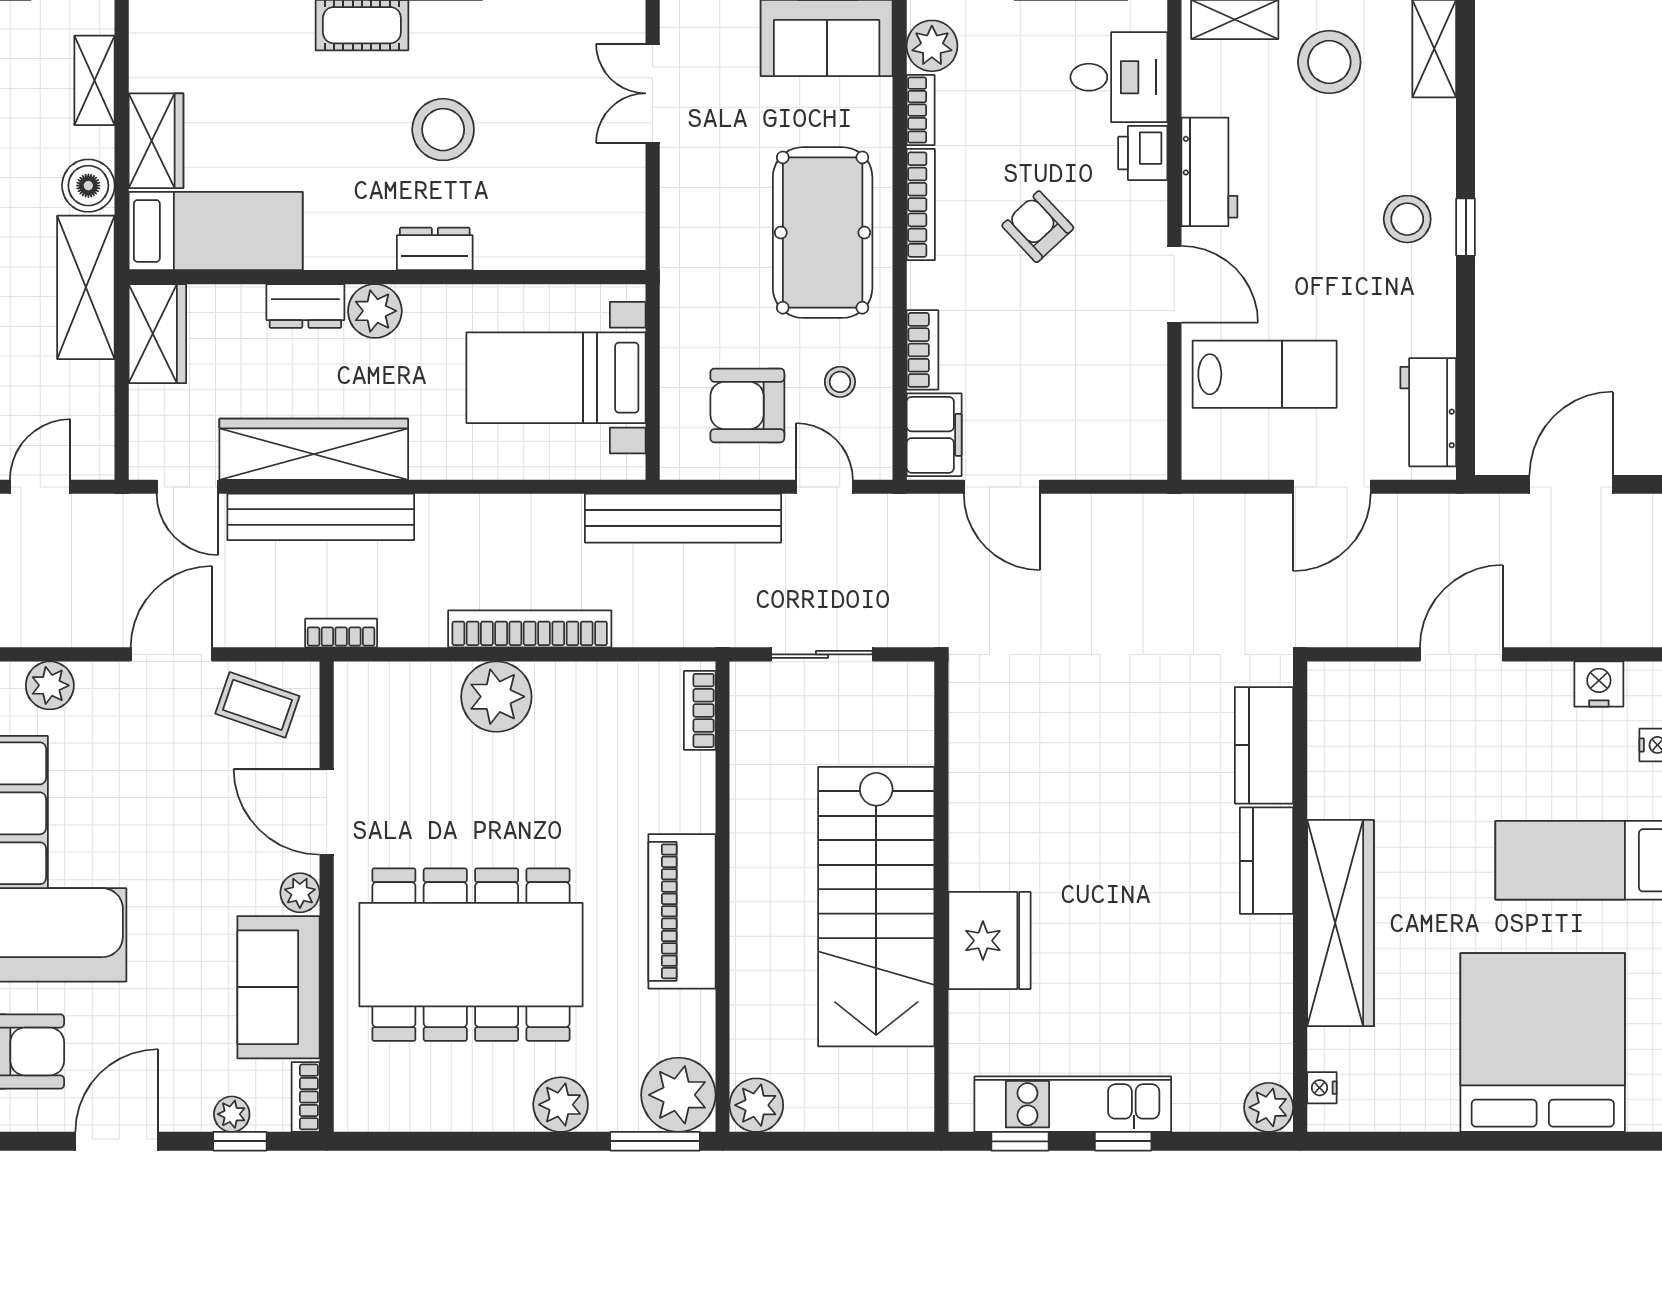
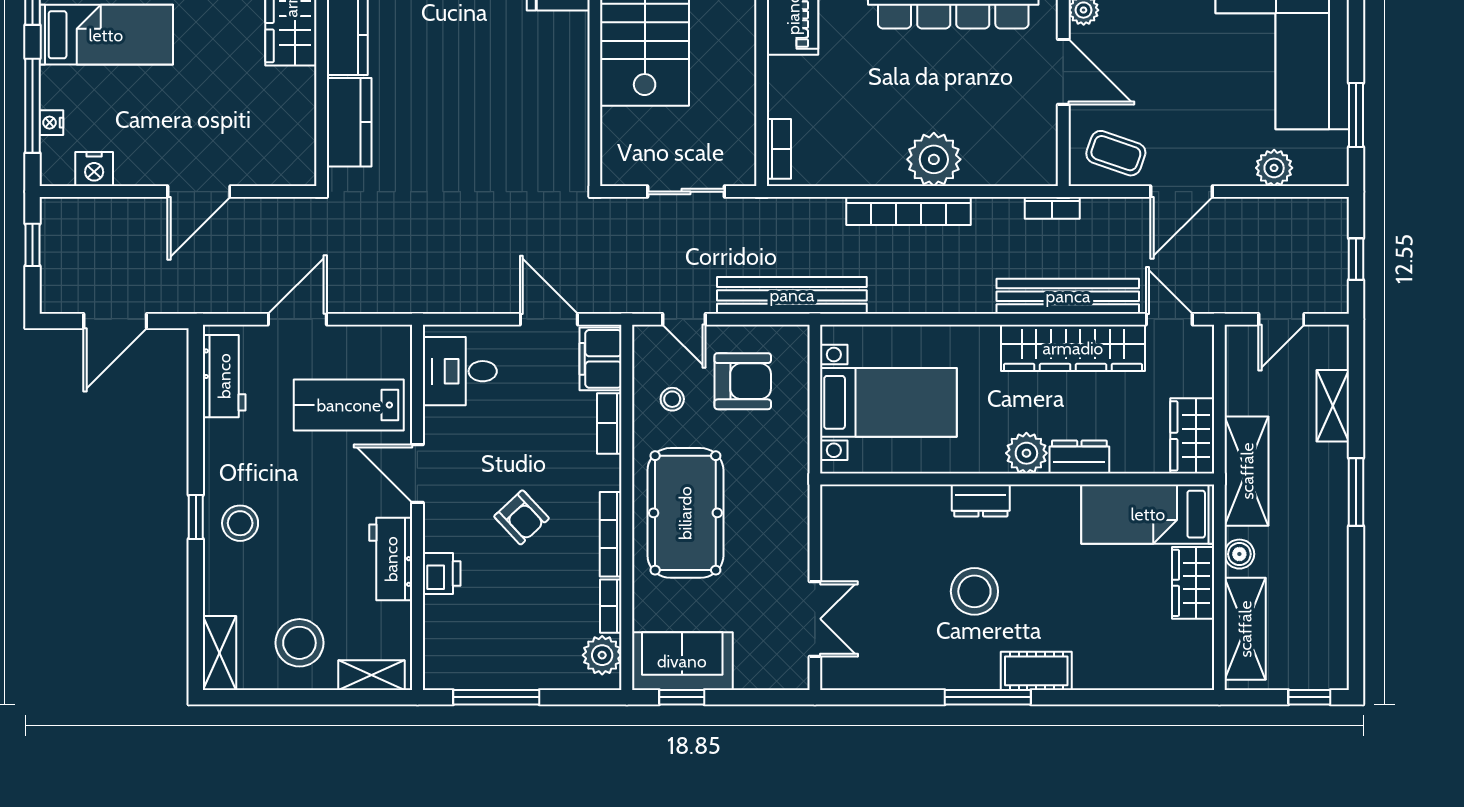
desk: (1119, 77) -> (460, 371), moved
shelving: (94, 80) -> (1245, 629), width x1.50, depth x1.33
boiler: (88, 186) -> (1239, 554), width x0.73, depth x0.73

